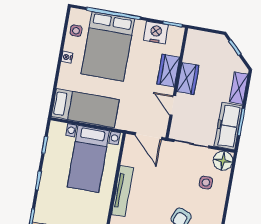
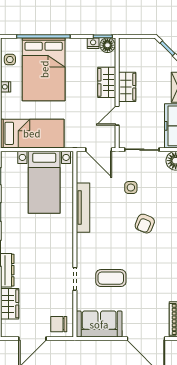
nightstand: (156, 33) -> (93, 43), width x0.53, depth x0.56
floor lamp: (176, 34) -> (107, 45), added
door: (173, 105) -> (117, 116), hinge flipped
side table: (206, 183) -> (131, 188), moved

